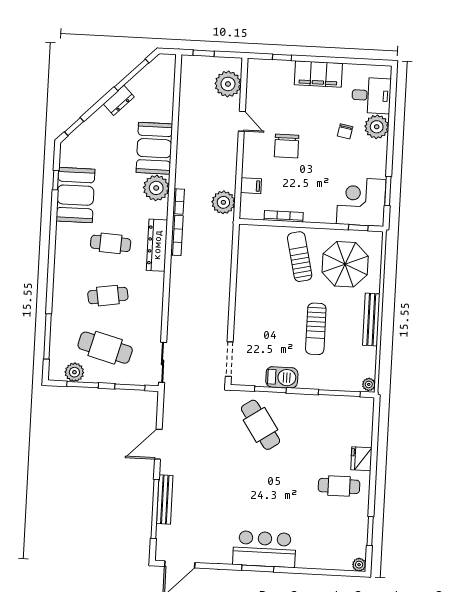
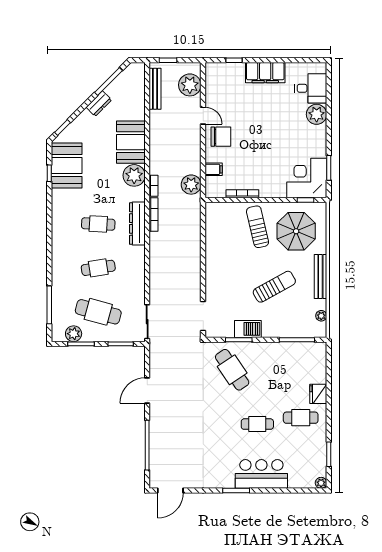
chair: (345, 131) -> (290, 120), removed
chair: (287, 146) -> (221, 137), moved, turned -90
booth: (75, 195) -> (67, 165), moved
sun lounger: (316, 329) -> (274, 287), turned -119
plant: (369, 384) -> (321, 316), moved
cafe table: (287, 491) -> (257, 424), added
bench: (165, 500) -> (155, 89), moved
bar counter: (264, 549) -> (261, 474), moved

